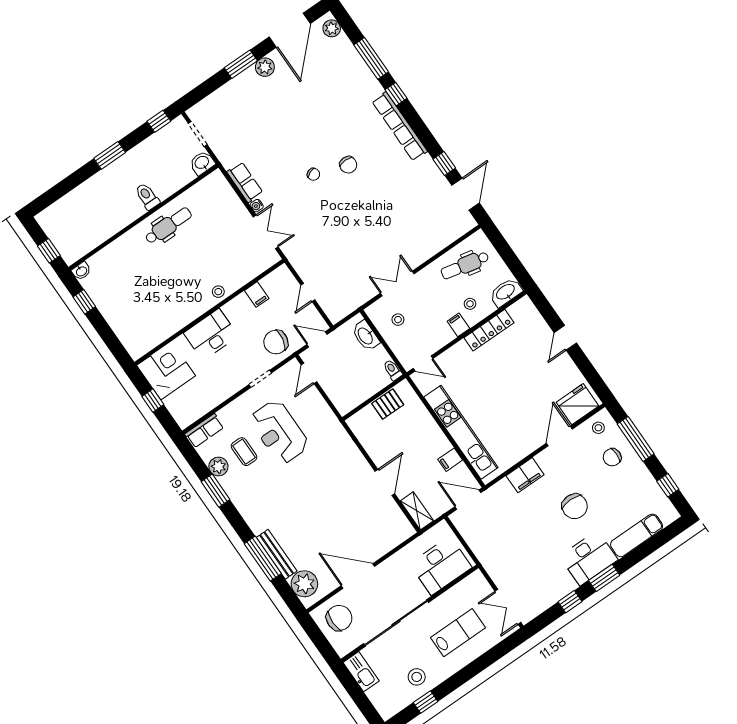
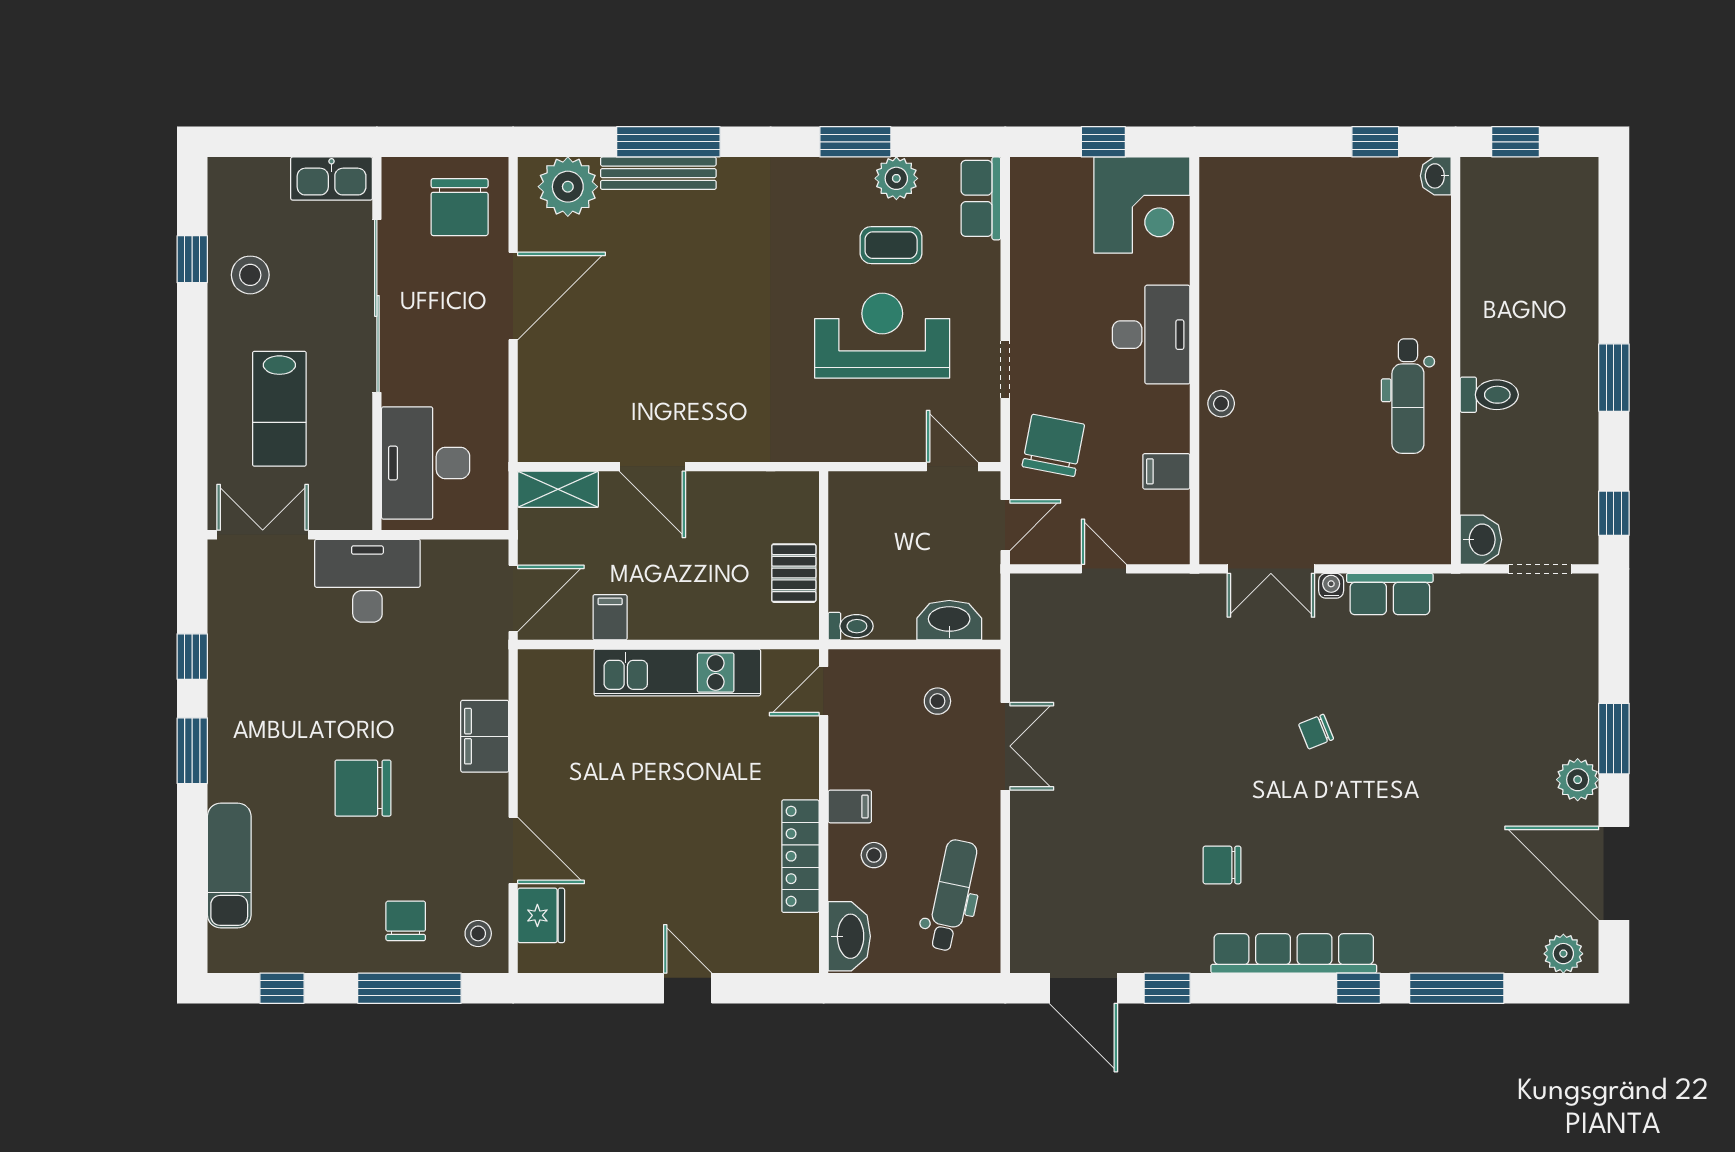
chair: (348, 165) -> (1222, 865), moved
fridge: (577, 404) -> (541, 915), width x0.73, depth x0.75
kitchen unit: (461, 432) -> (677, 672), width x0.73
desk: (589, 558) -> (367, 581), moved, turned 90

